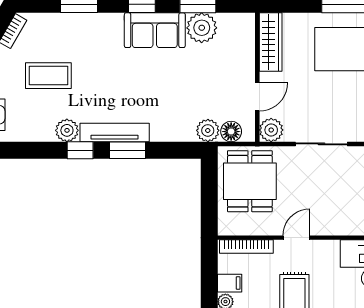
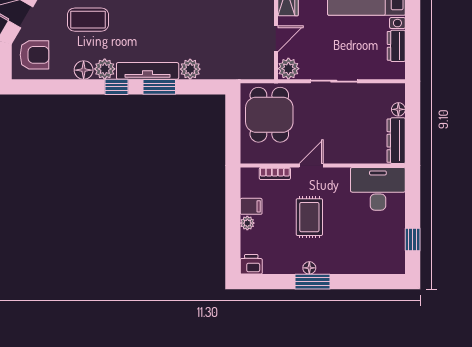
plant: (208, 130) -> (190, 69), moved
floor lamp: (231, 132) -> (84, 70), moved
bookcase: (246, 247) -> (275, 174), width x0.64

